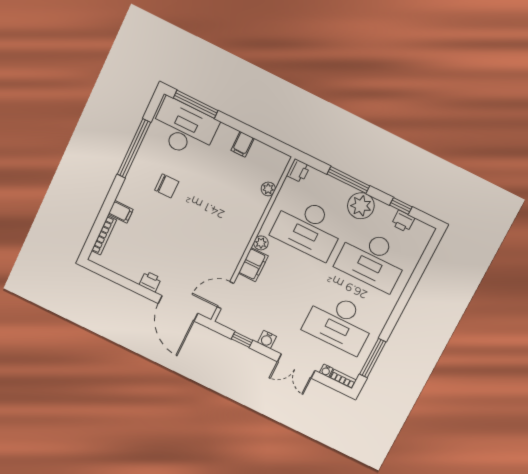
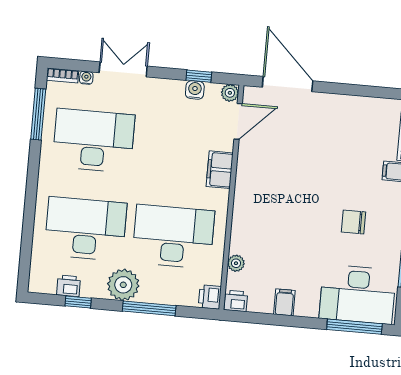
plant: (261, 243) -> (230, 93), moved
printer: (150, 282) -> (236, 301), moved, turned 180
water cooler: (267, 339) -> (195, 90), moved

